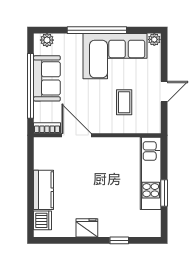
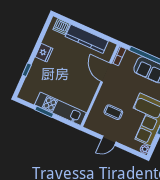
door: (164, 92) -> (109, 141), hinge flipped
door: (76, 135) -> (106, 72), swing flipped
kitchen counter: (44, 190) -> (87, 39), width x1.50

